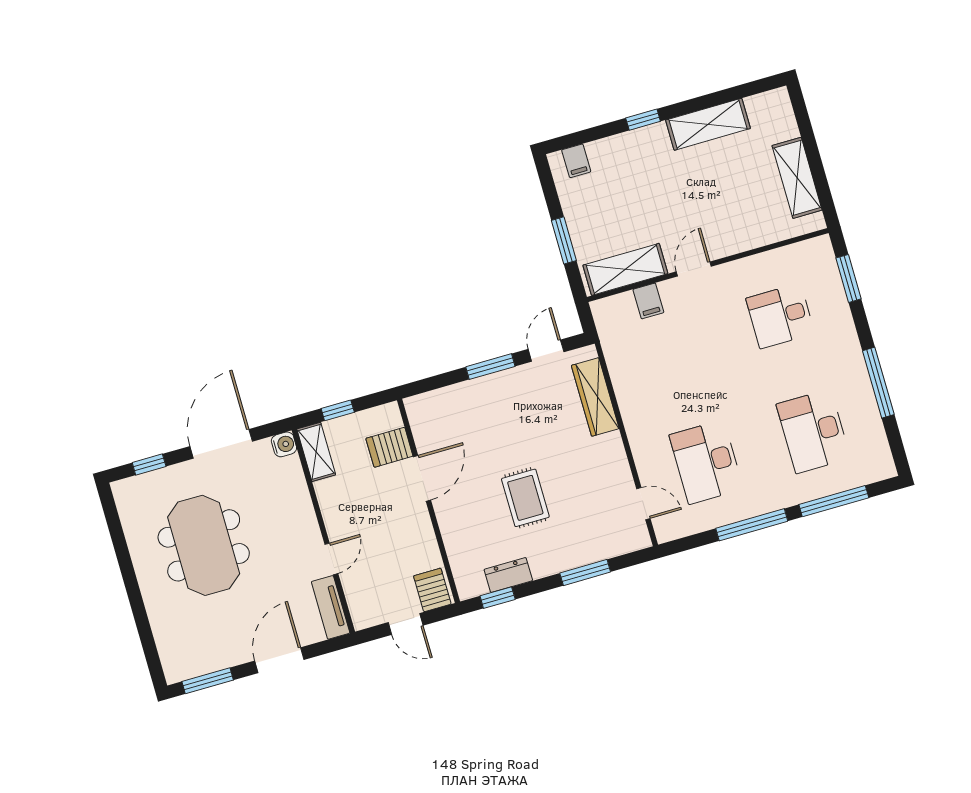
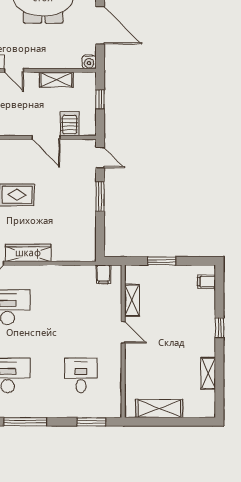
shelving: (708, 124) -> (208, 373), width x0.67, depth x0.75
shelving: (625, 269) -> (132, 300), width x0.67, depth x0.75
filing cabinet: (648, 301) -> (103, 274), moved, turned -90
door: (546, 351) -> (100, 158), moved
wardrobe: (595, 397) -> (28, 253), moved
shelving: (316, 452) -> (56, 80), moved

